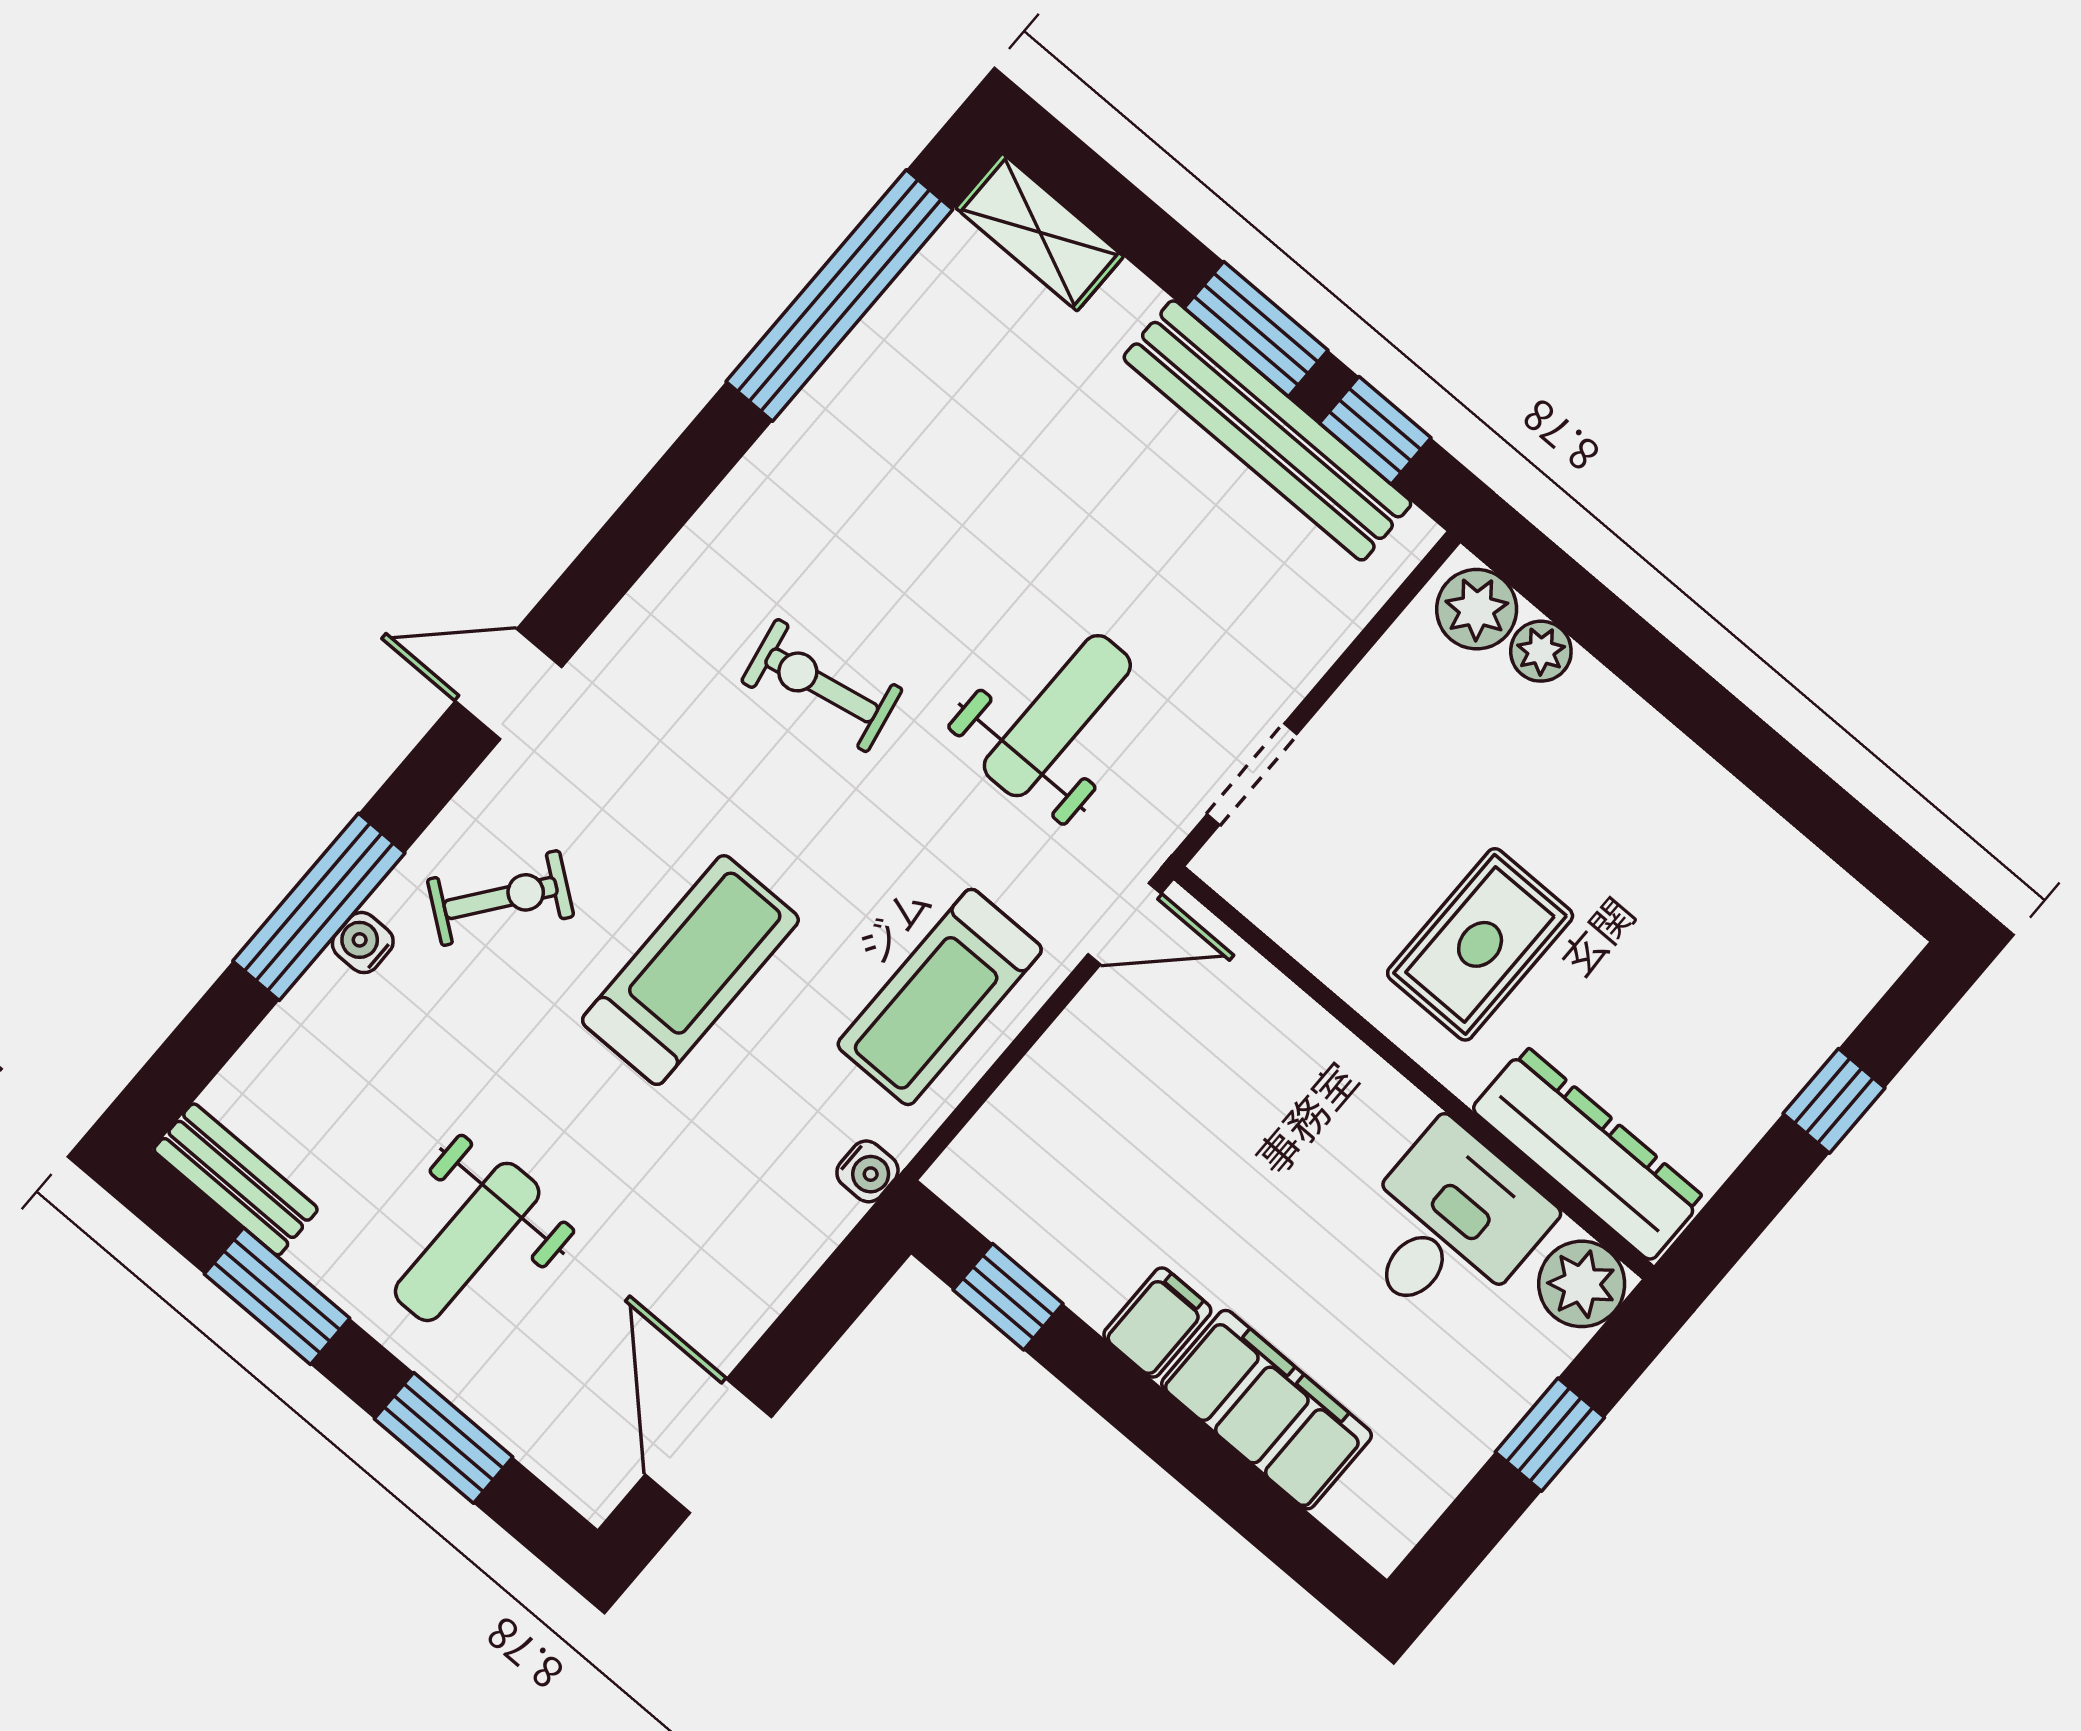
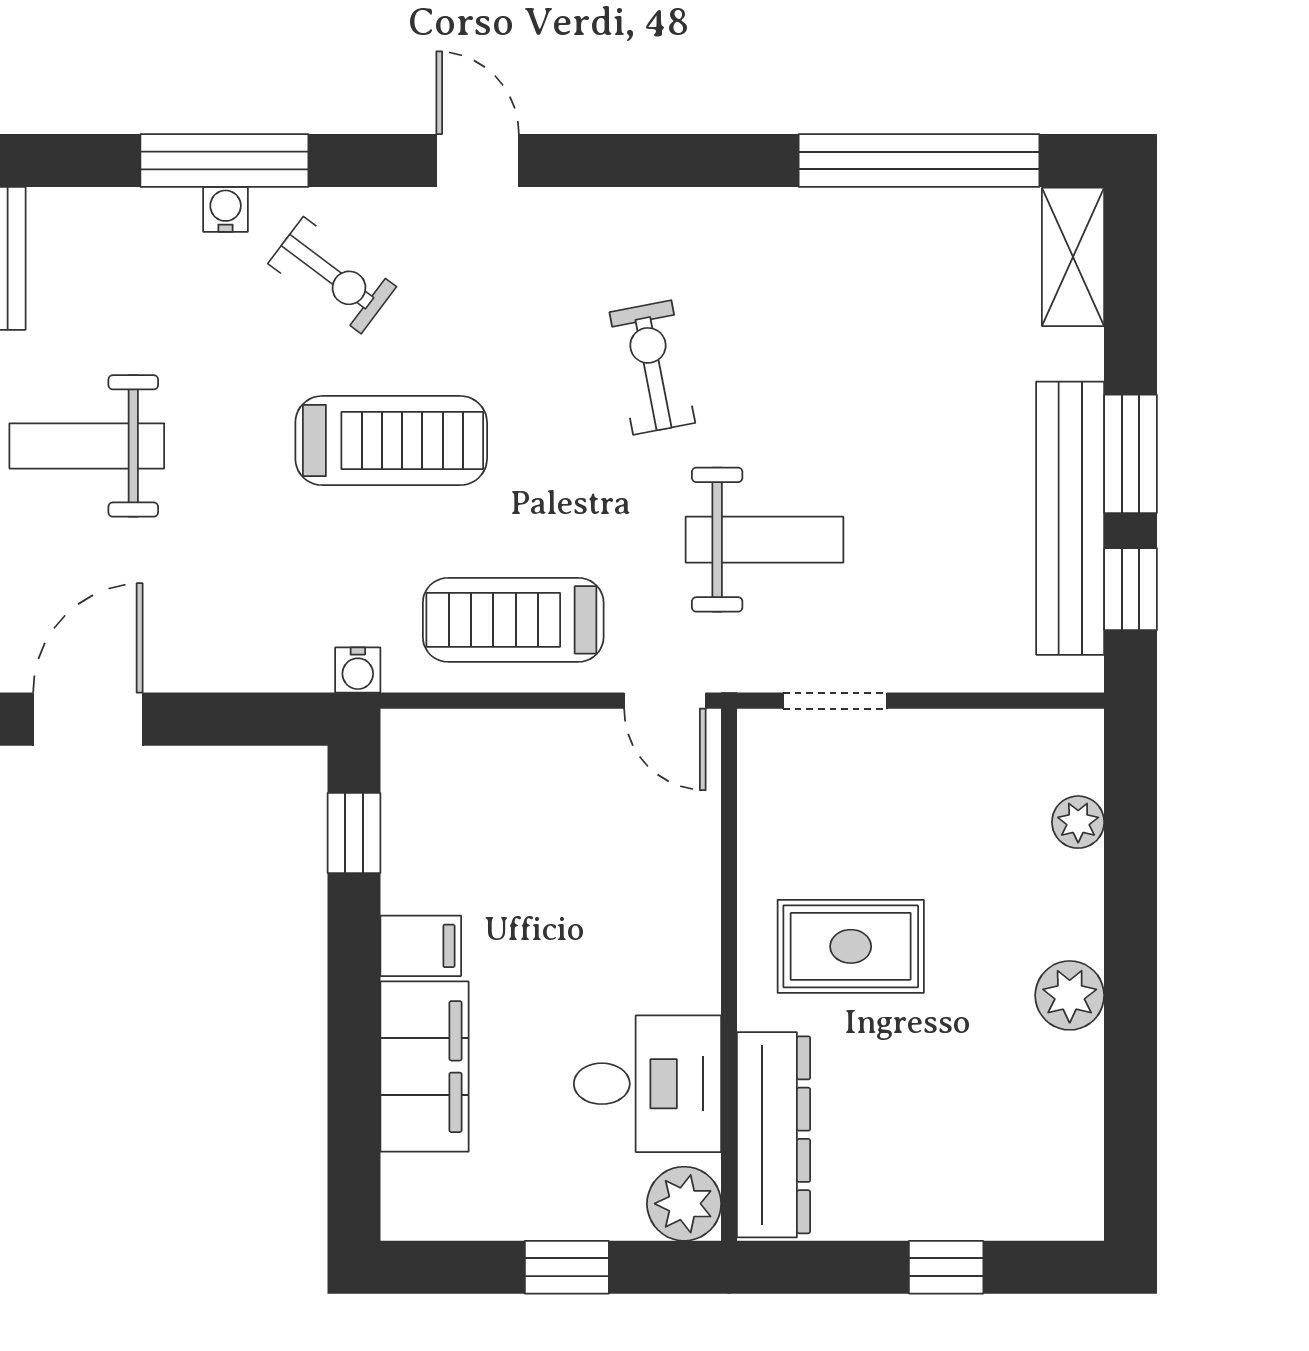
plant: (1477, 609) -> (1070, 995), moved

